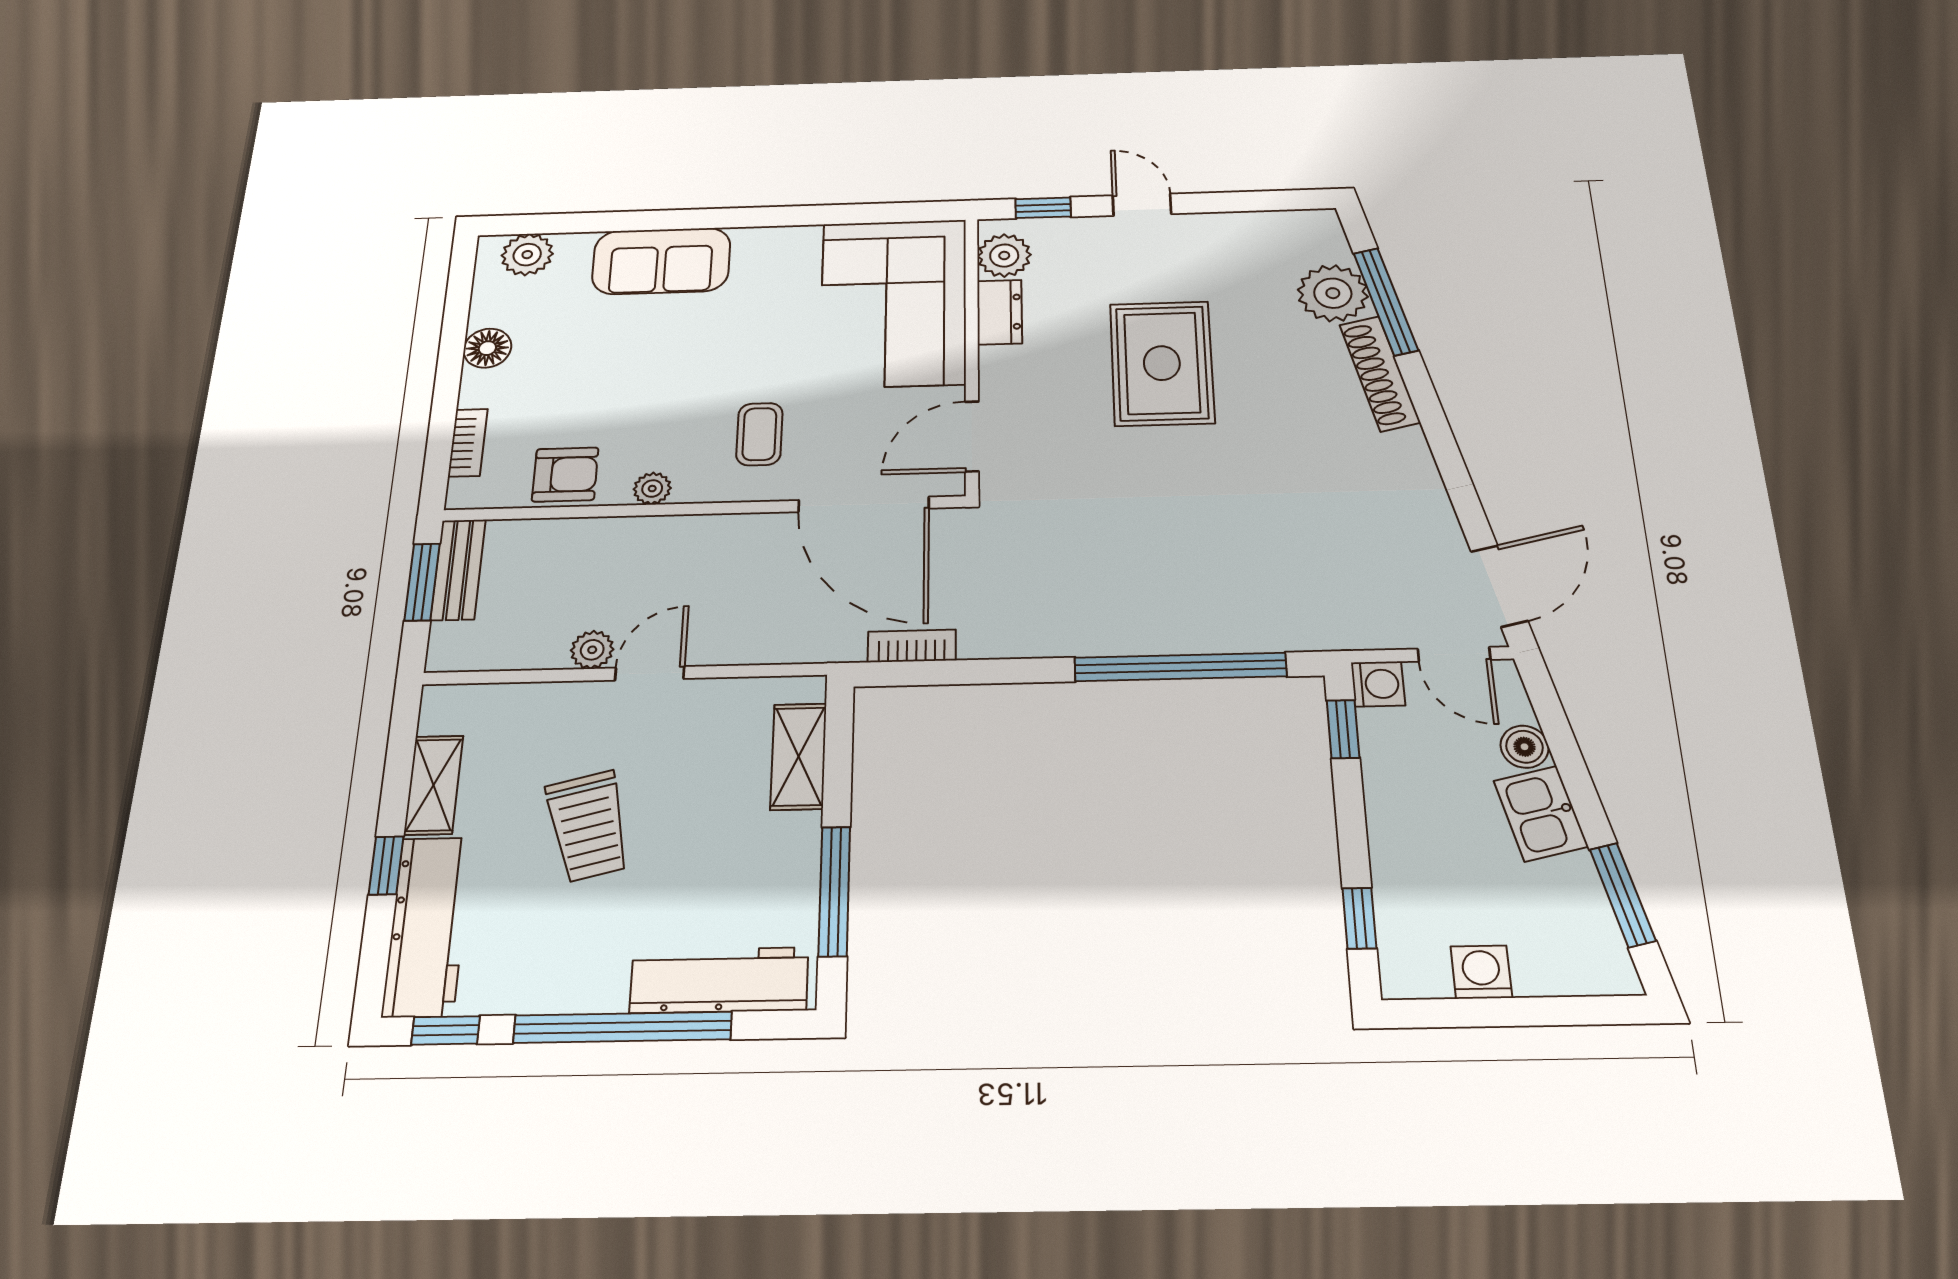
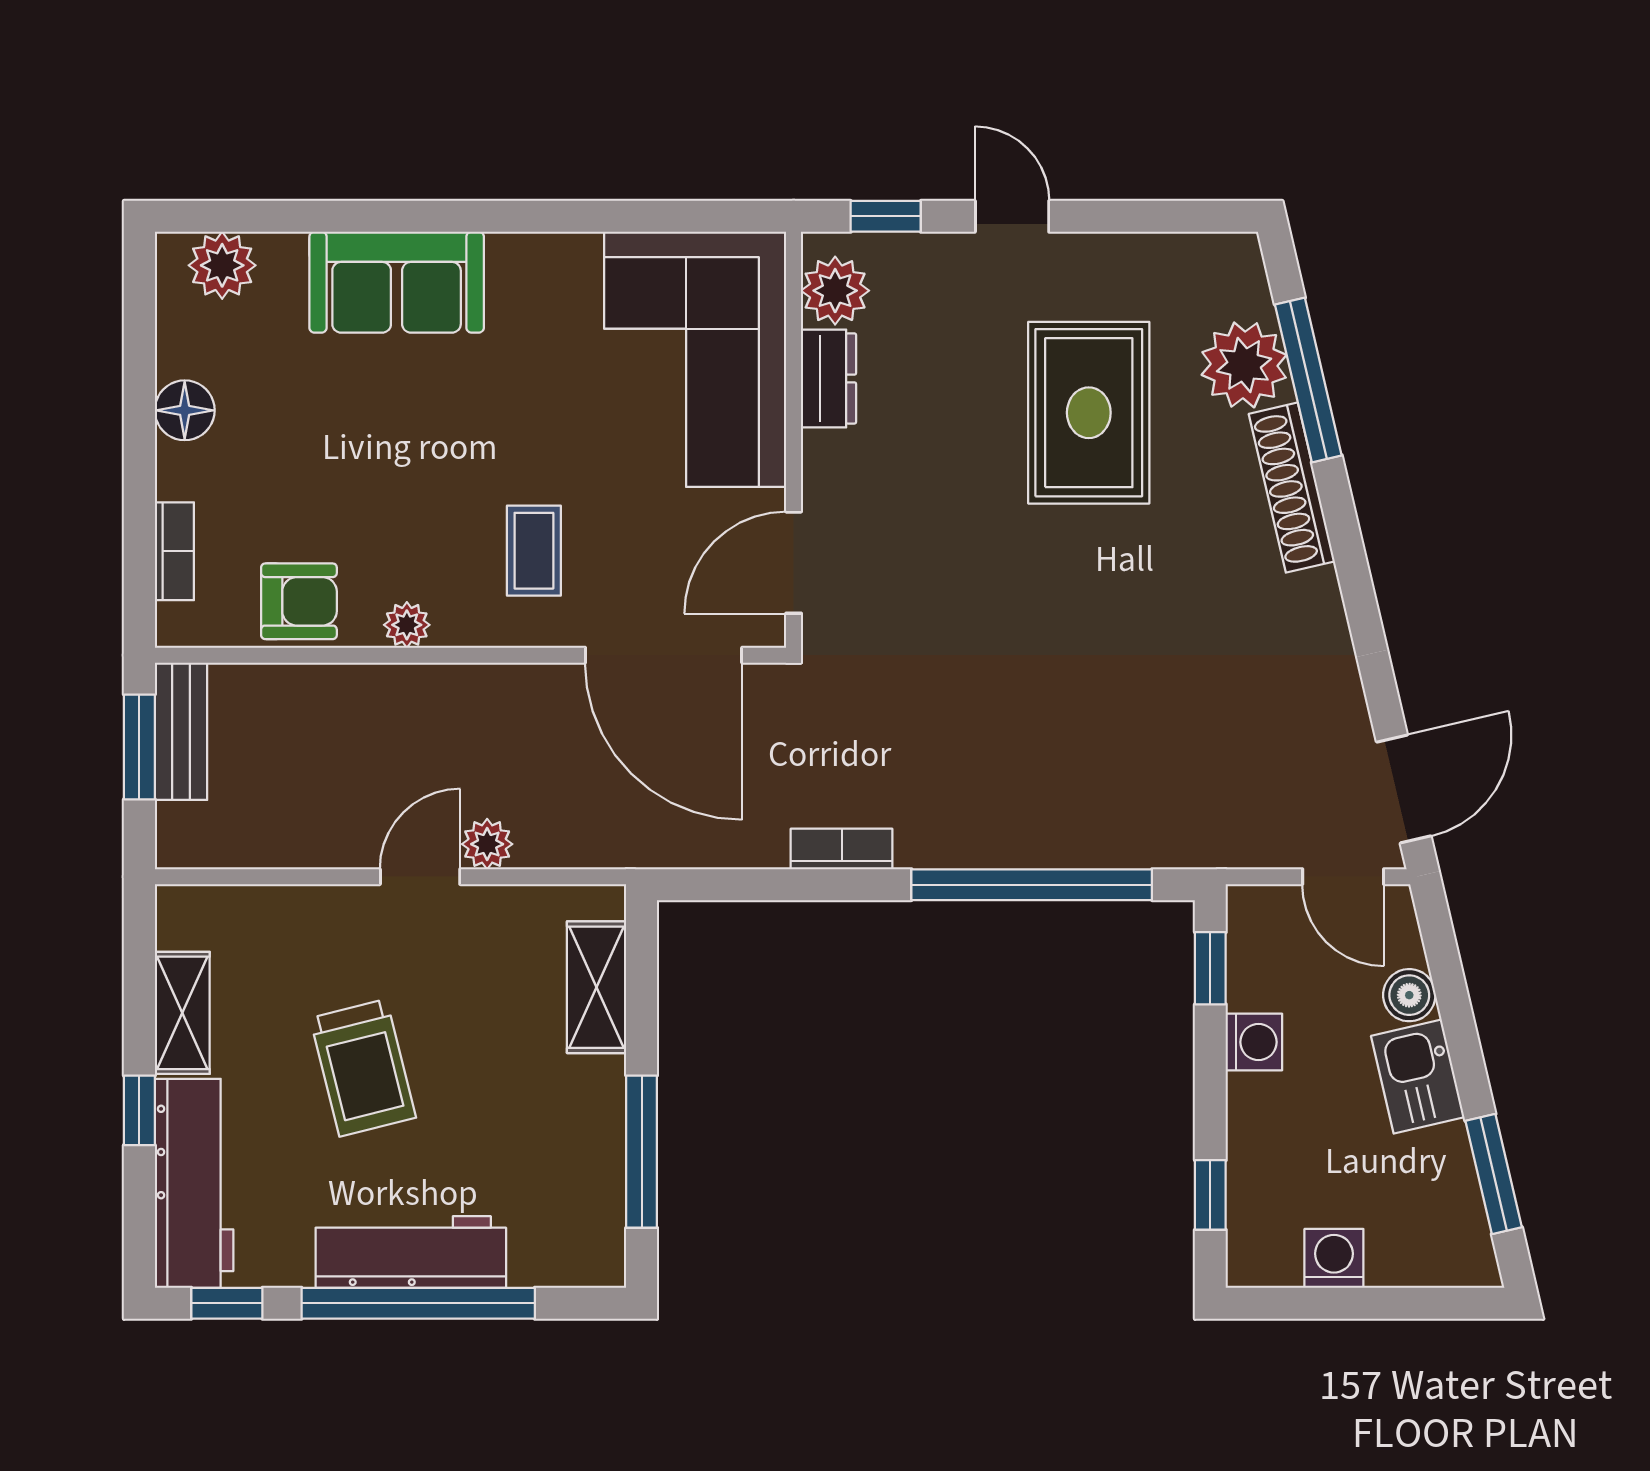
rug: (1162, 363) -> (1089, 413), moved
bookcase: (912, 646) -> (842, 849), moved
plant: (592, 650) -> (487, 844), moved
washing machine: (1378, 684) -> (1254, 1042), moved
workbench: (719, 980) -> (411, 1252), moved

